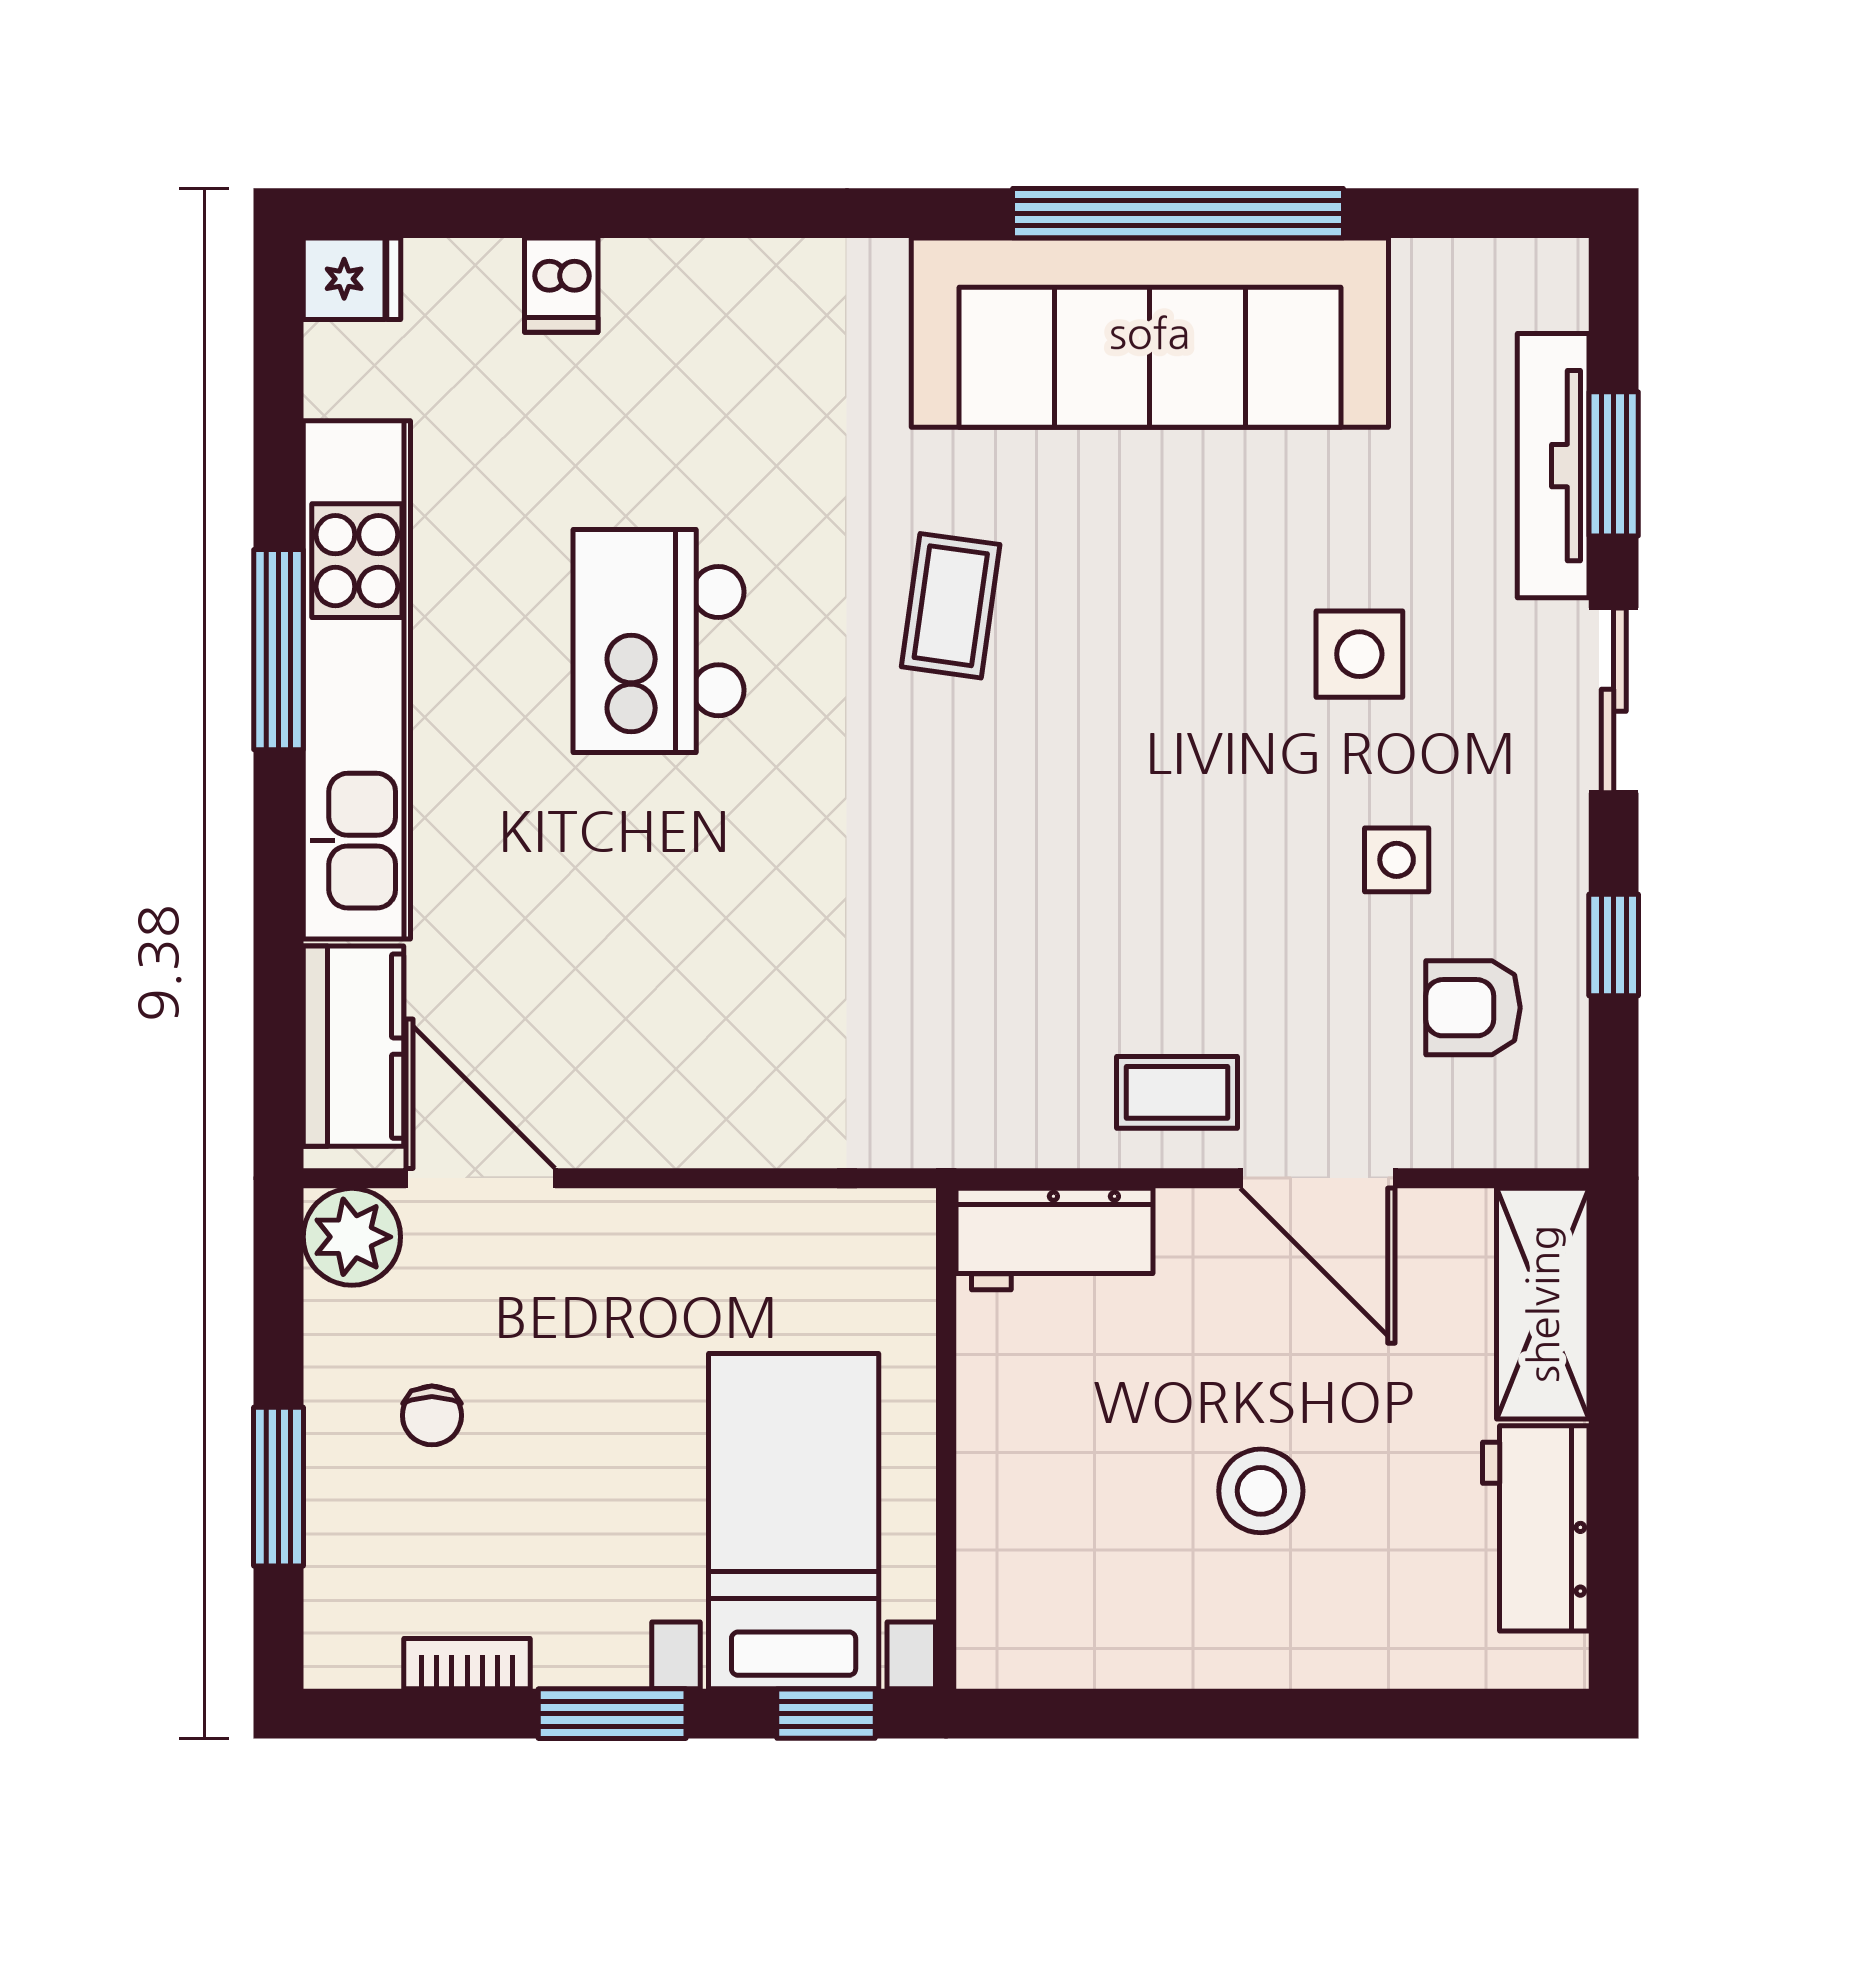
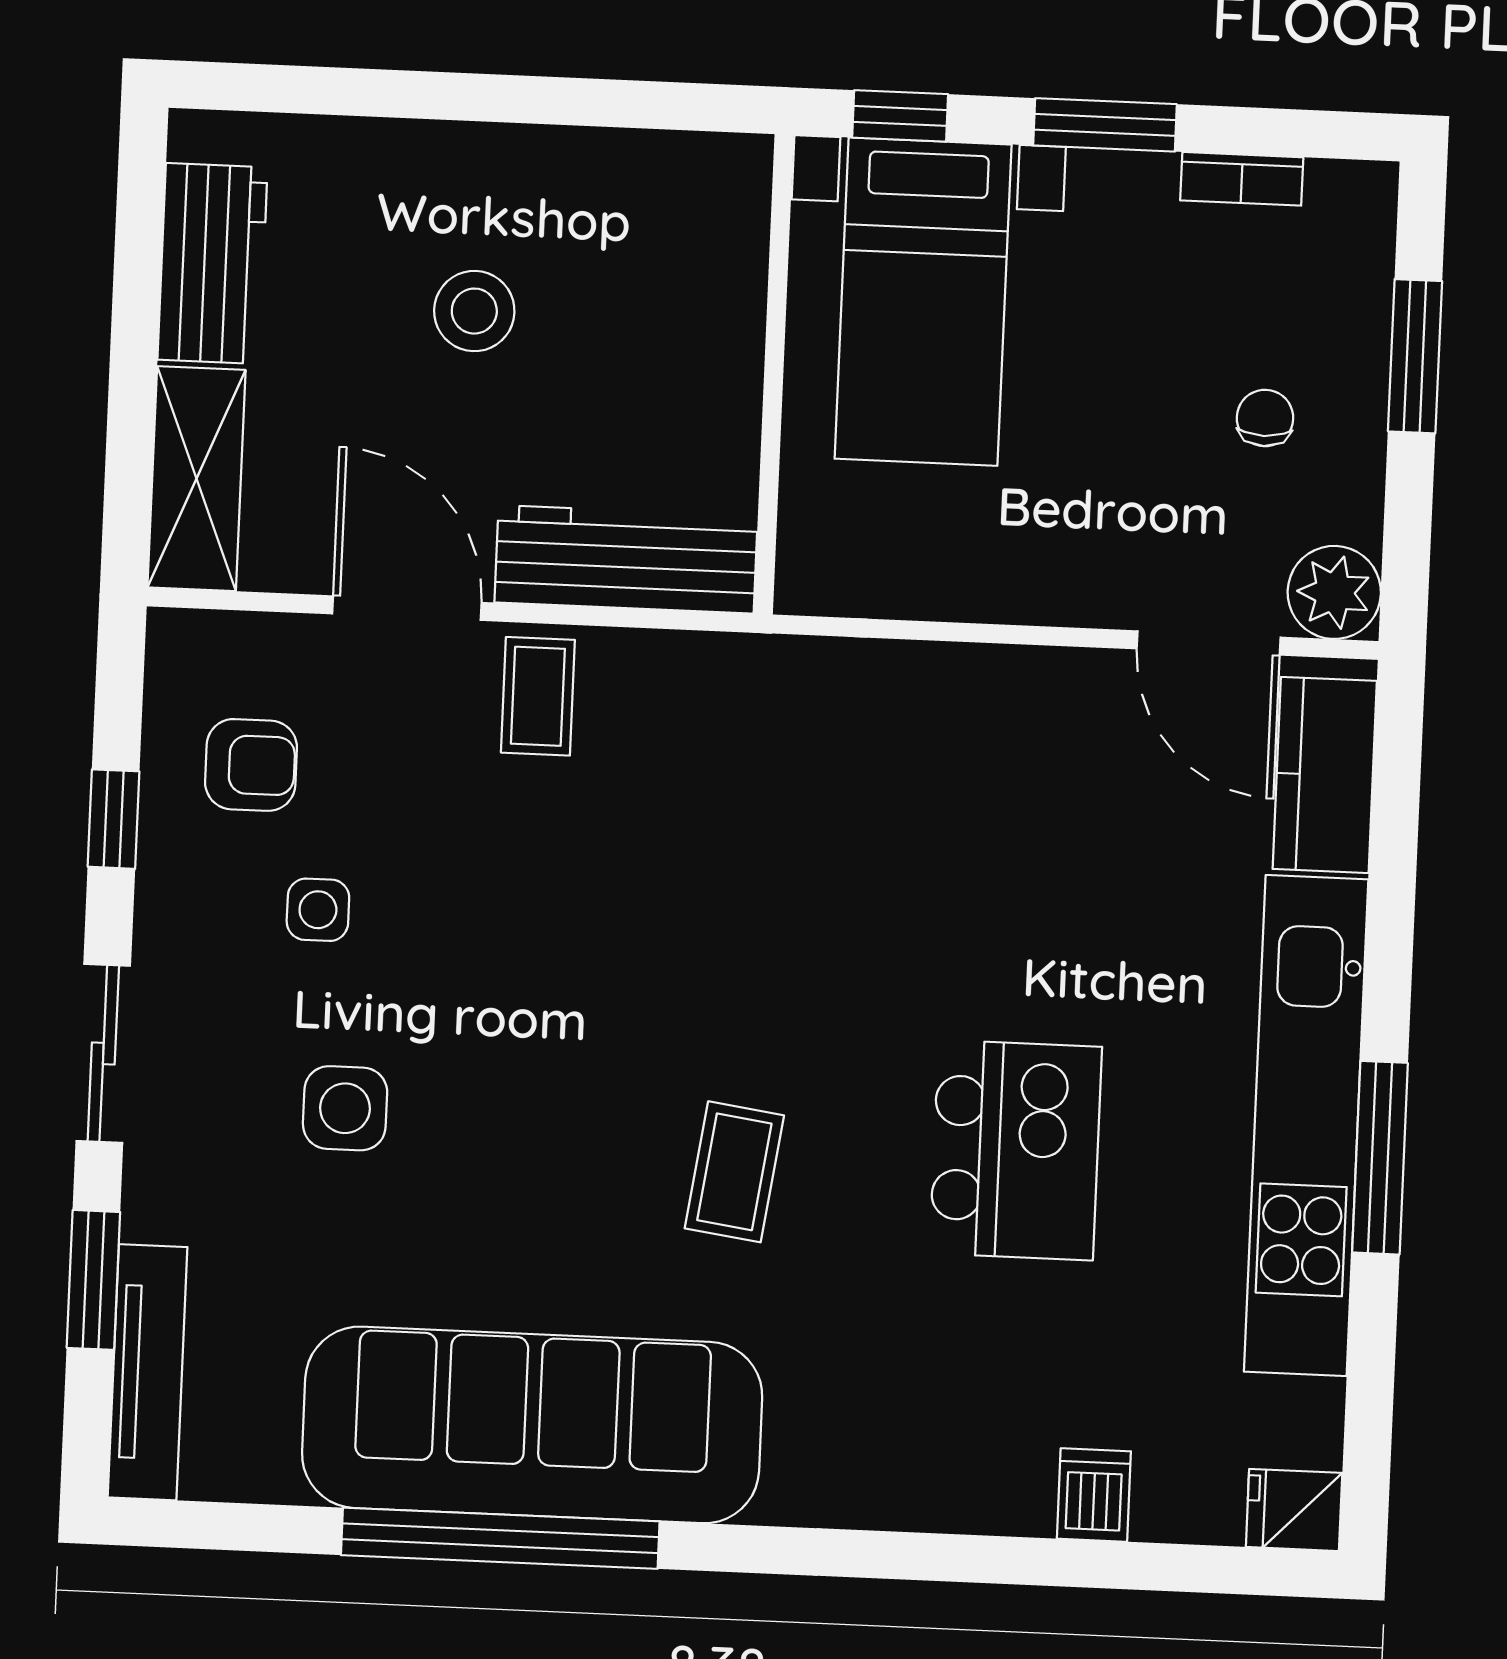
tv unit: (1553, 466) -> (148, 1372), moved
coffee table: (1177, 1092) -> (538, 696), turned 90
workbench: (1054, 1239) -> (626, 559), width x1.38

